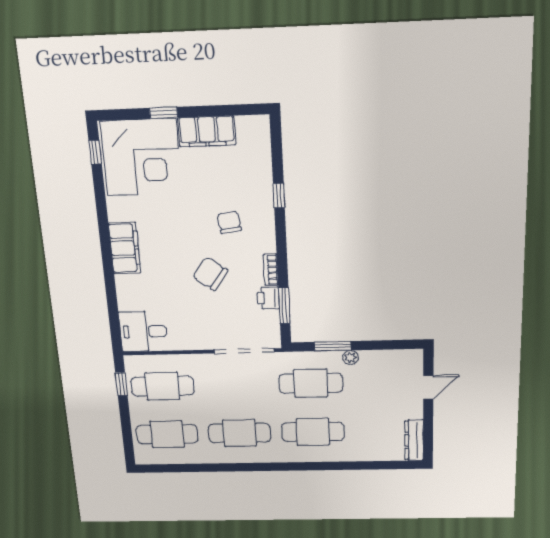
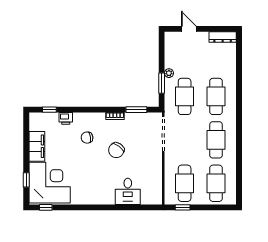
window: (163, 113) -> (26, 180), moved
window: (279, 196) -> (49, 110), moved
filing cabinet: (125, 248) -> (100, 197), removed
printer: (268, 298) -> (66, 118), moved
desk: (143, 331) -> (128, 191), moved

